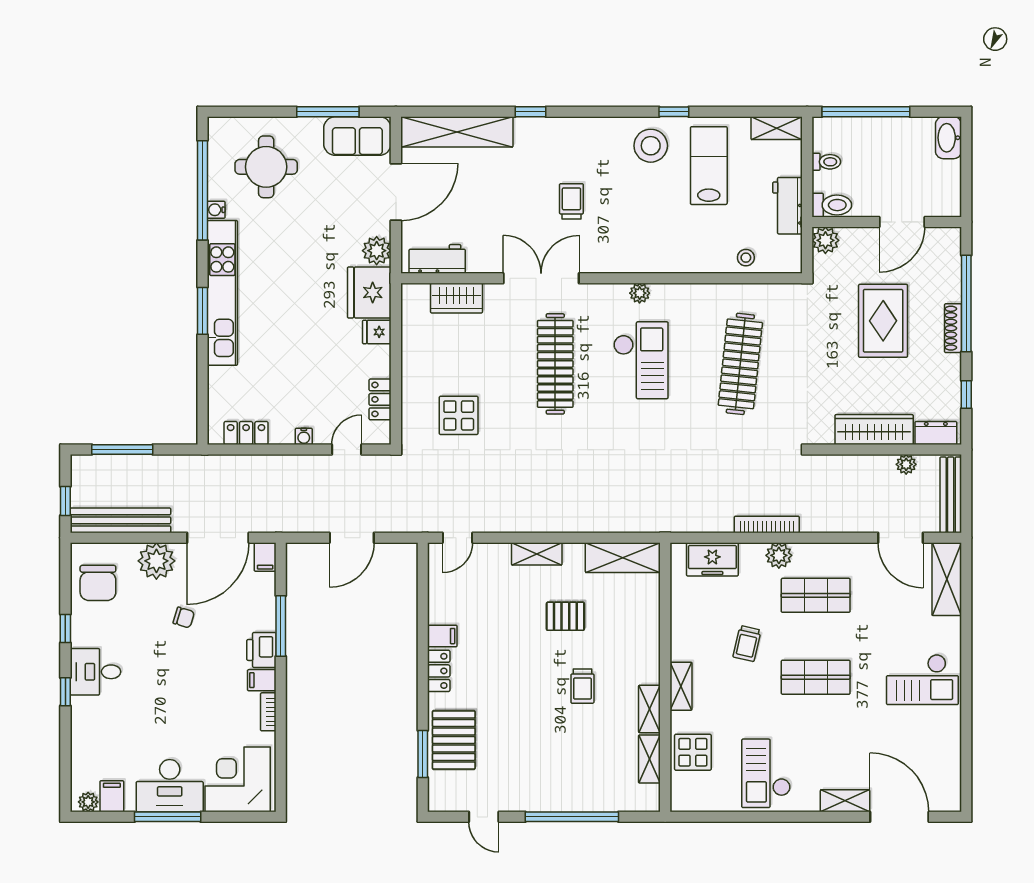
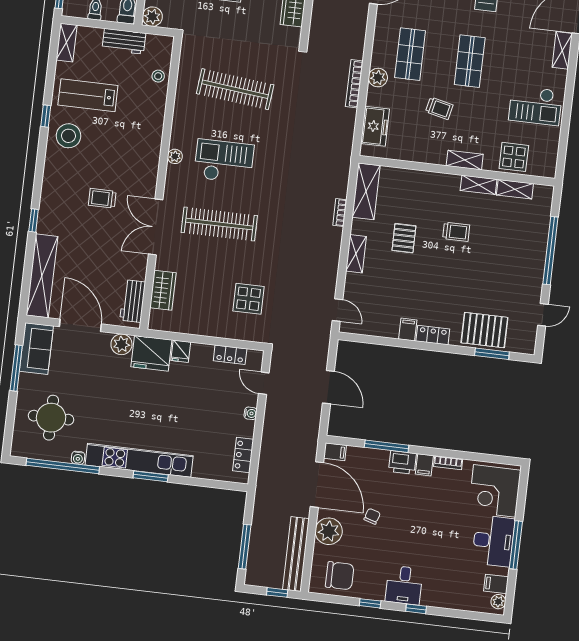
bookcase: (590, 525) -> (340, 212), added

